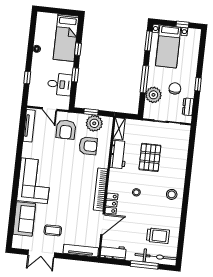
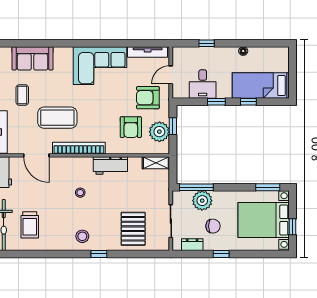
bed with nightstands: (168, 46) -> (264, 220), width x1.36
window: (144, 79) -> (196, 187), moved
workbench: (118, 155) -> (110, 166), moved
pallet: (150, 157) -> (133, 229), moved, turned 90
corner sofa: (34, 181) -> (100, 66), moved
window: (187, 183) -> (99, 254), added
coffee table: (74, 204) -> (57, 118), added
locker: (111, 204) -> (63, 164), removed

